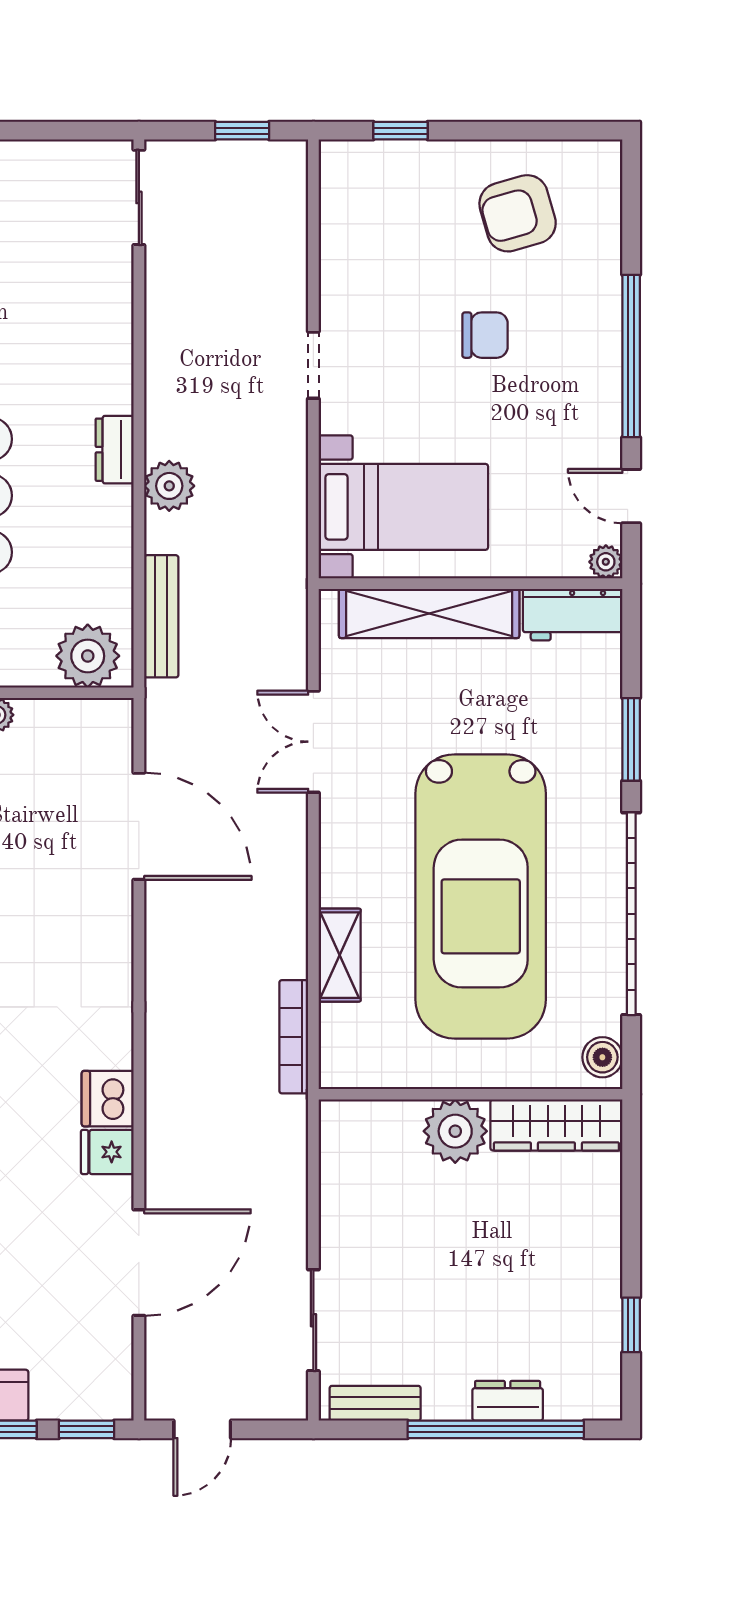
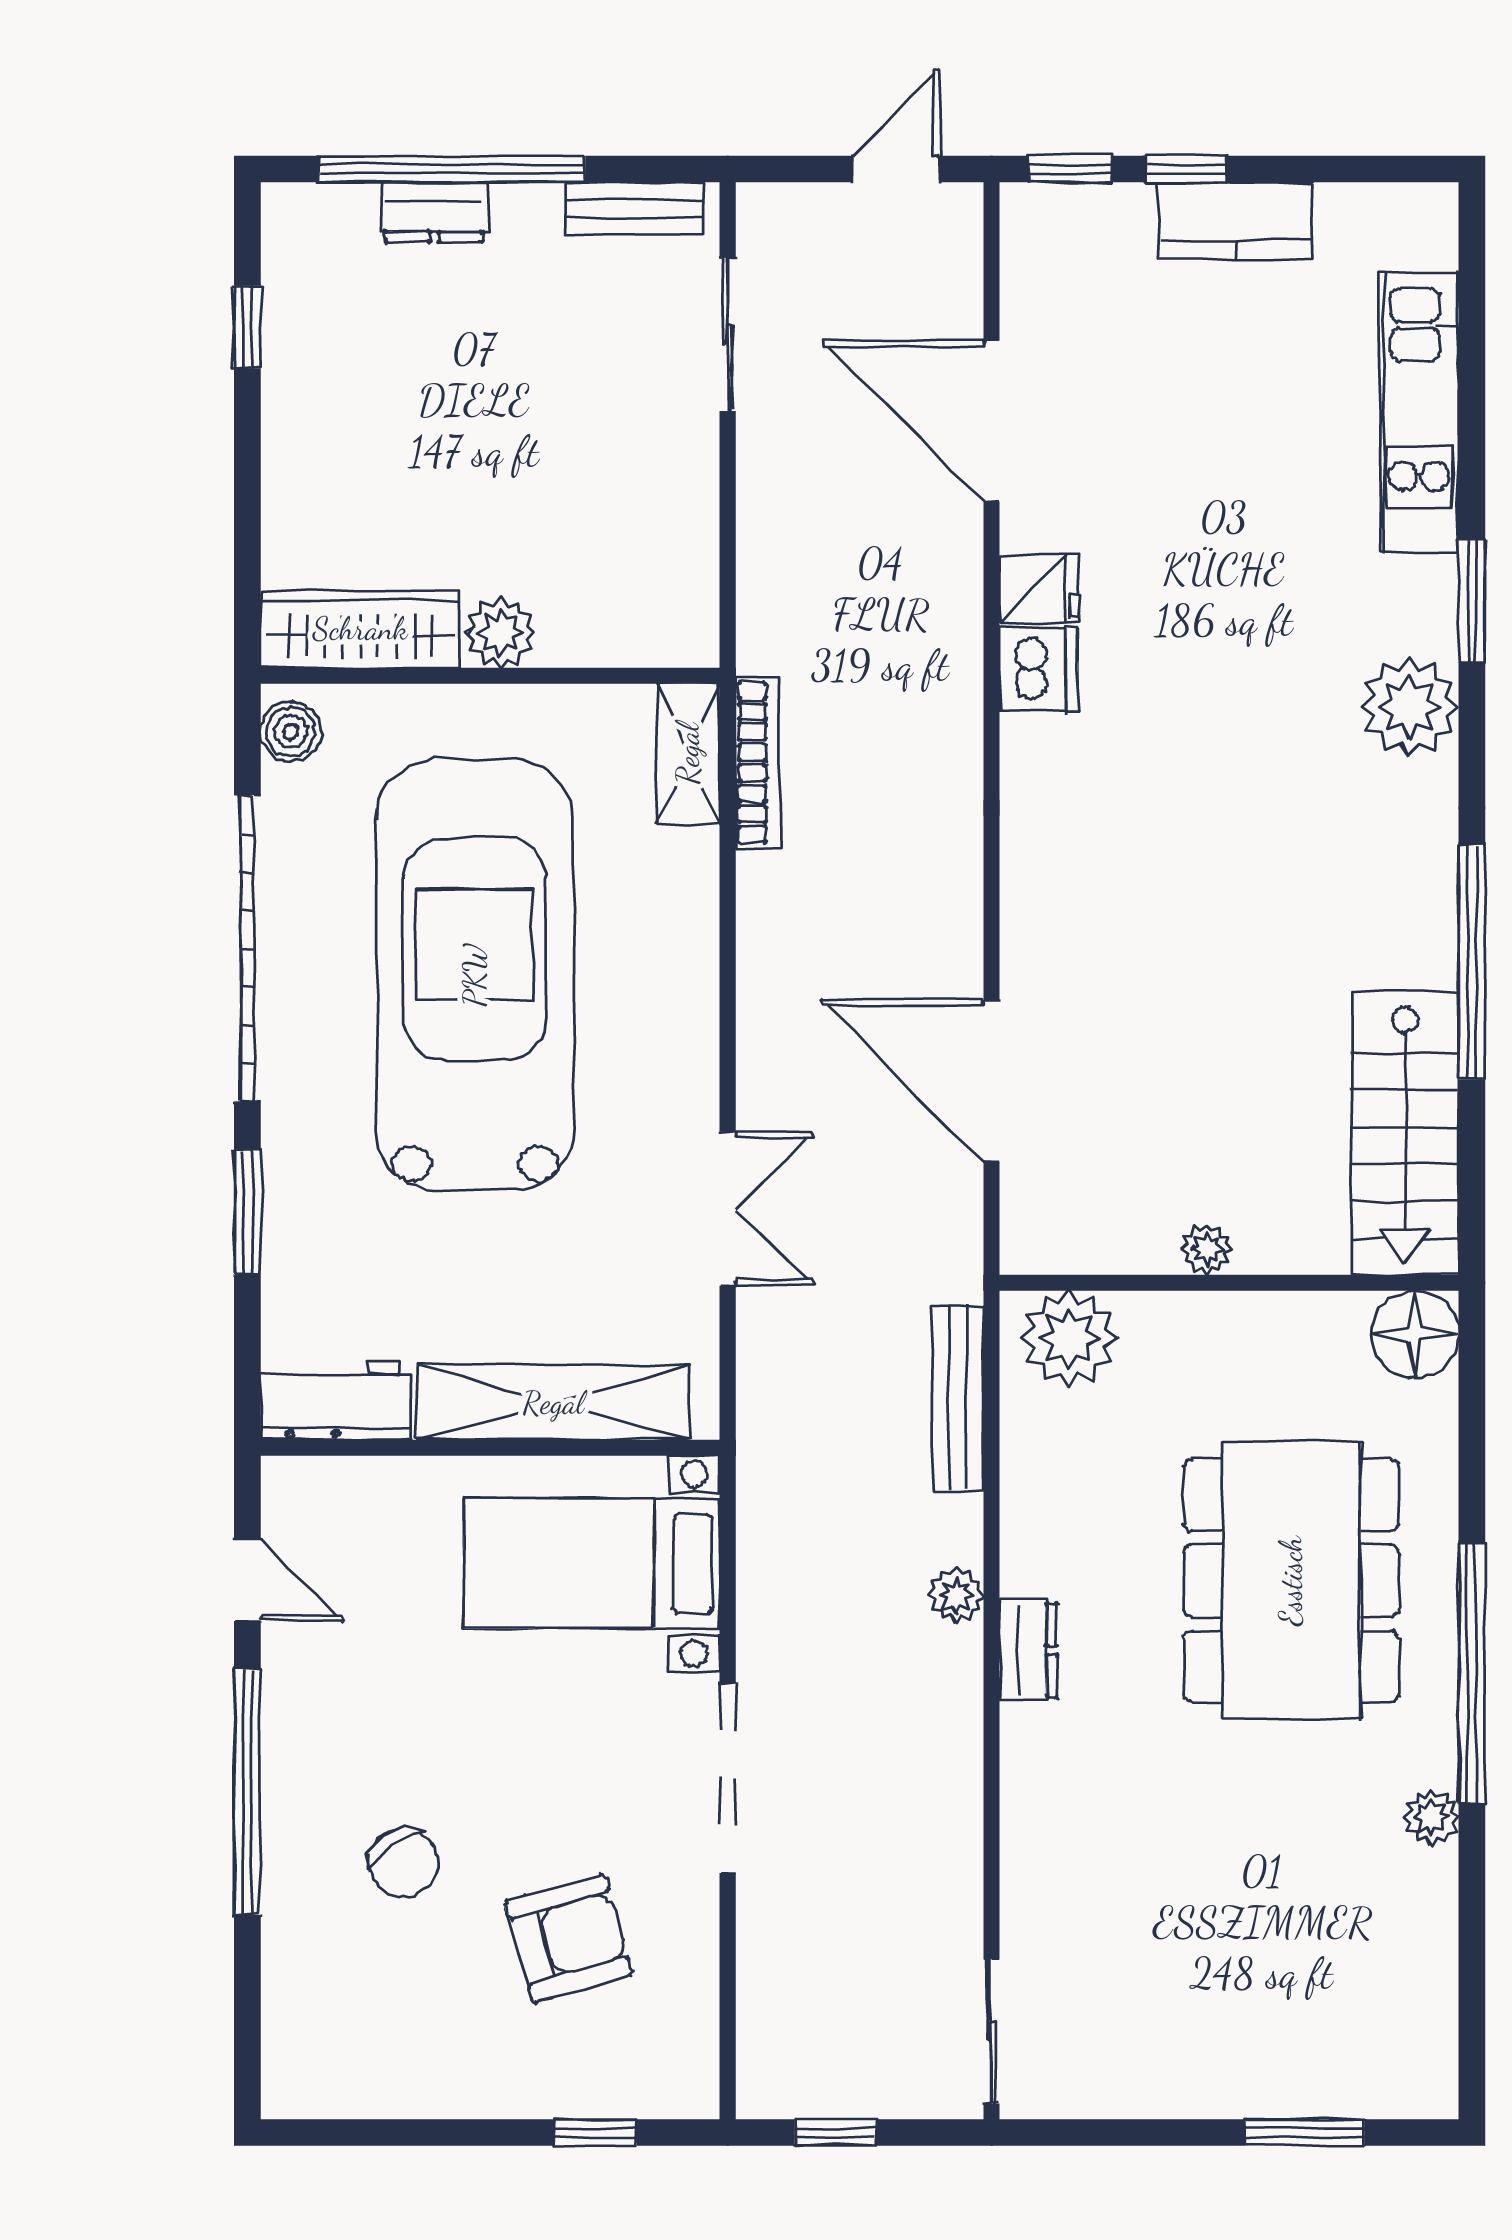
armchair: (518, 213) -> (569, 1938), moved
chair: (485, 335) -> (404, 1863), moved, turned -126
doorway: (313, 365) -> (728, 1778), width x1.88
plant: (169, 486) -> (956, 1595), width x0.73, depth x0.73
plant: (606, 562) -> (286, 1481), removed
shelving: (340, 955) -> (688, 754), moved
plant: (455, 1131) -> (501, 633), width x0.73, depth x0.73
door: (139, 1263) -> (992, 421), hinge flipped

